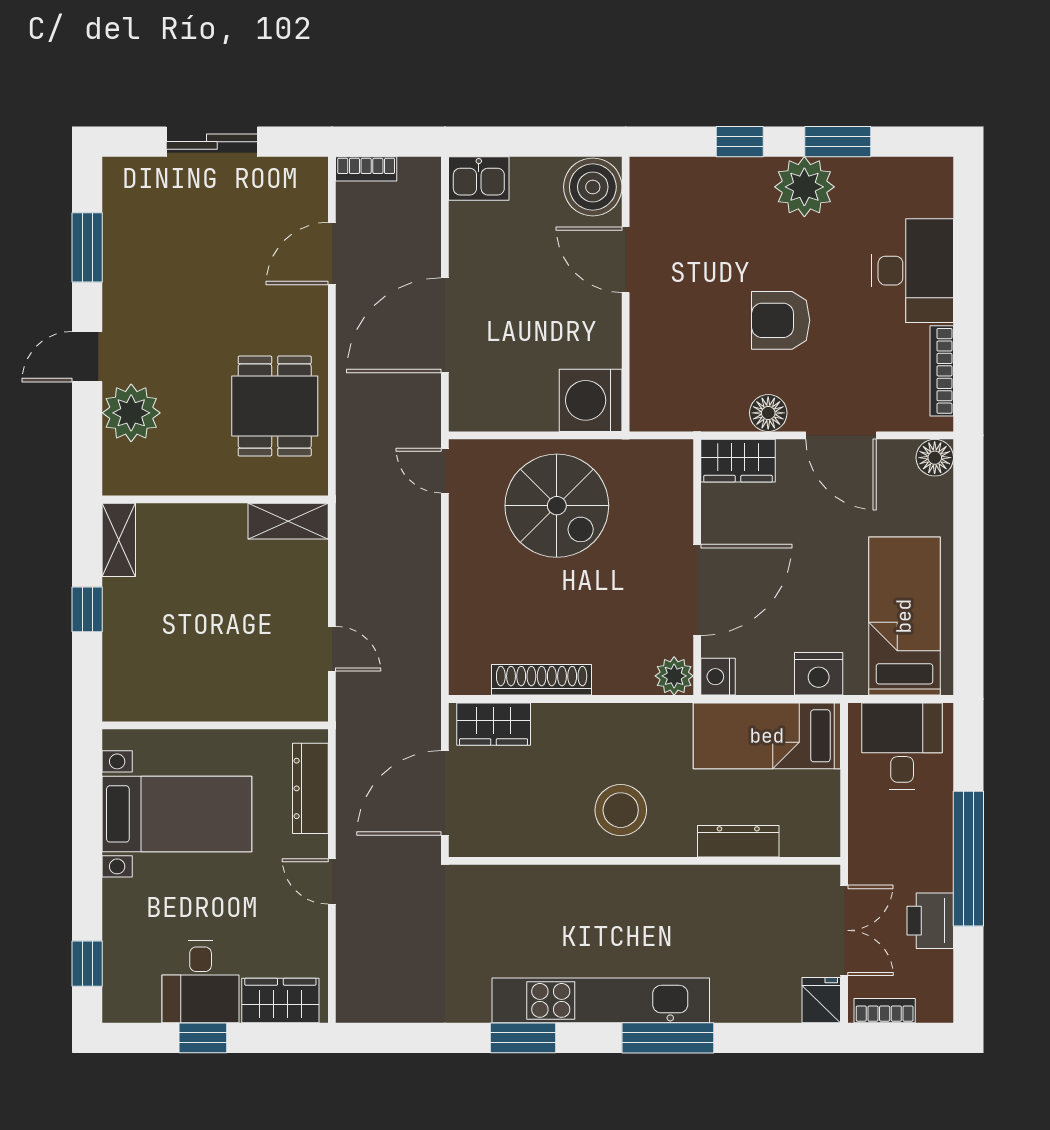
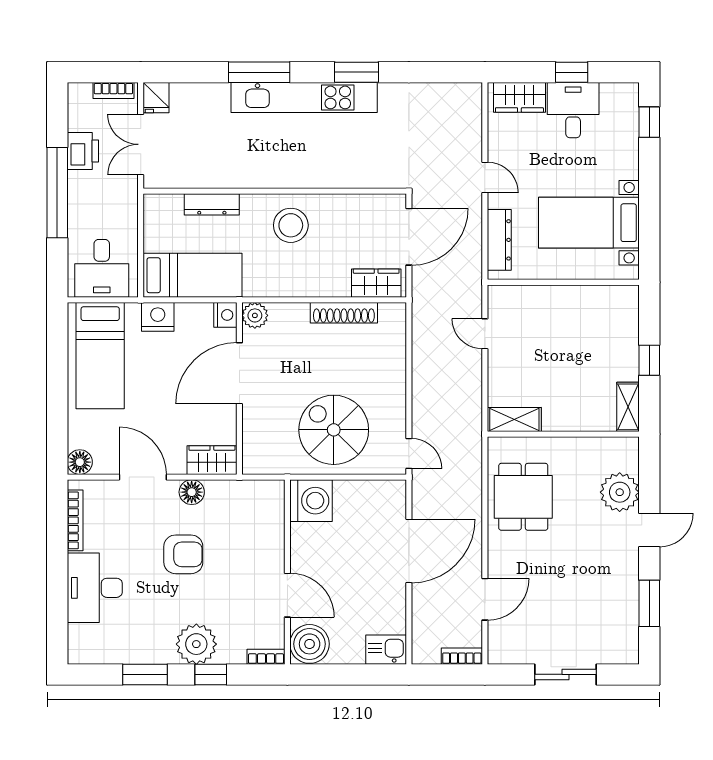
bookcase: (658, 168) -> (266, 657), added
plant: (804, 187) -> (196, 644), moved

